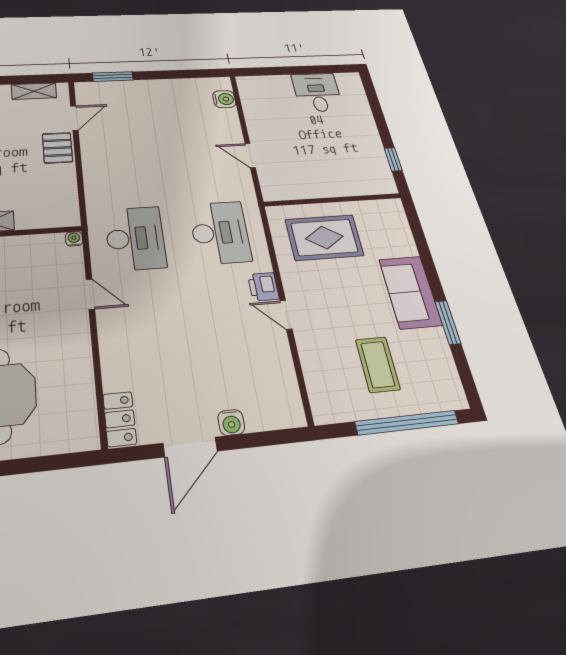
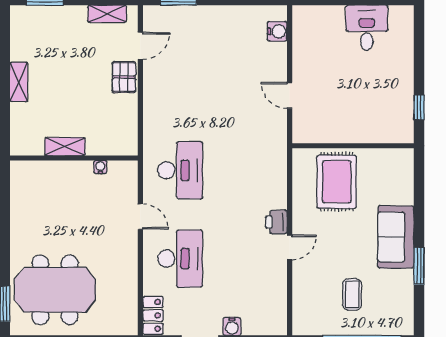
desk: (220, 233) -> (180, 259), moved
rug: (324, 237) -> (337, 182), turned 90
water cooler: (74, 239) -> (100, 167), moved
door: (286, 315) -> (290, 247), swing flipped
coffee table: (378, 364) -> (352, 294), width x0.73, depth x0.77

